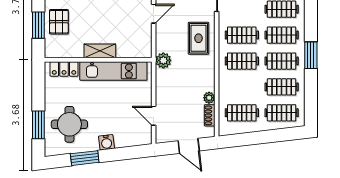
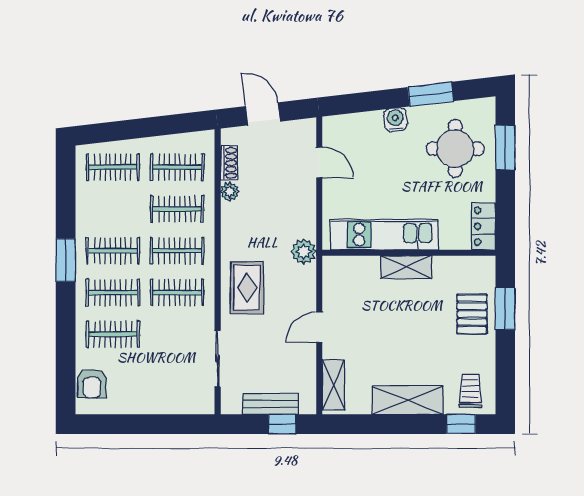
locker: (64, 69) -> (484, 226), moved, turned -90
clothes rail: (282, 87) -> (177, 209), moved

